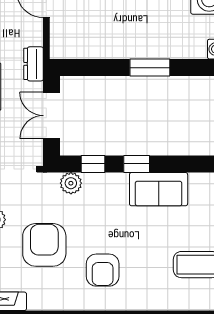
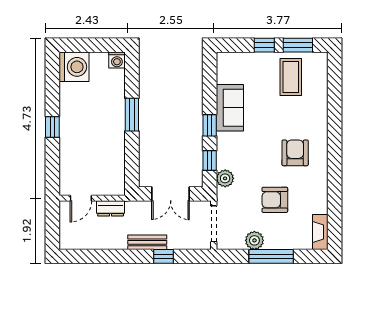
dresser: (34, 64) -> (111, 208), moved
armchair: (44, 245) -> (275, 200), width x0.73, depth x0.73
armchair: (103, 270) -> (295, 153), turned -90

